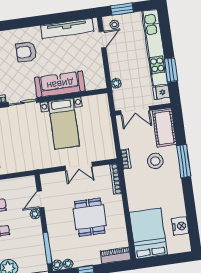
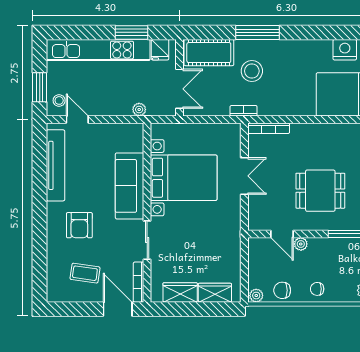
bed with nightstands: (64, 124) -> (184, 178), width x1.36
dining table: (90, 217) -> (320, 191), moved

